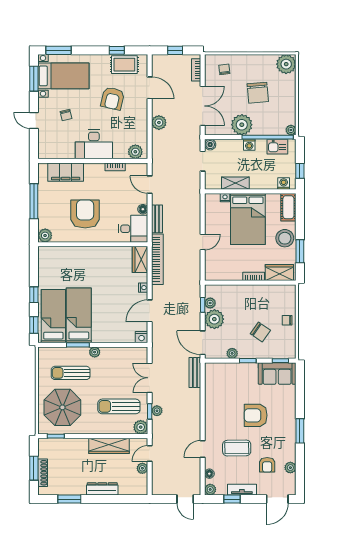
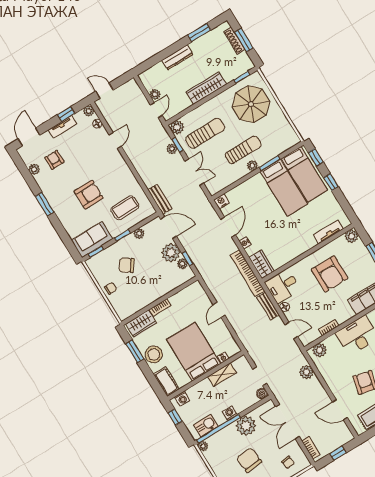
plant: (159, 123) -> (306, 372), moved
tv unit: (63, 252) -> (328, 232), added
sun lounger: (71, 373) -> (243, 150), moved
wardrobe: (109, 446) -> (206, 88), moved
coffee table: (237, 448) -> (125, 208), moved

